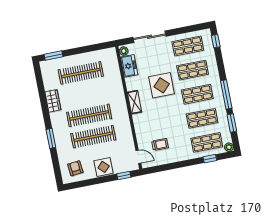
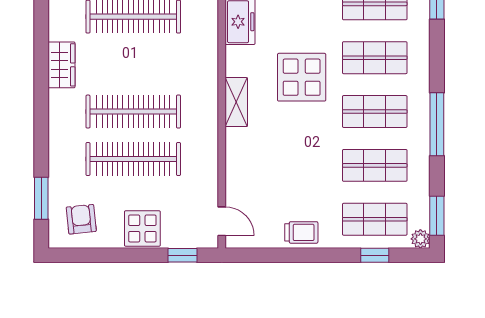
window: (232, 123) -> (437, 216), moved
window: (51, 138) -> (41, 198), moved
trolley: (160, 144) -> (301, 232), moved

